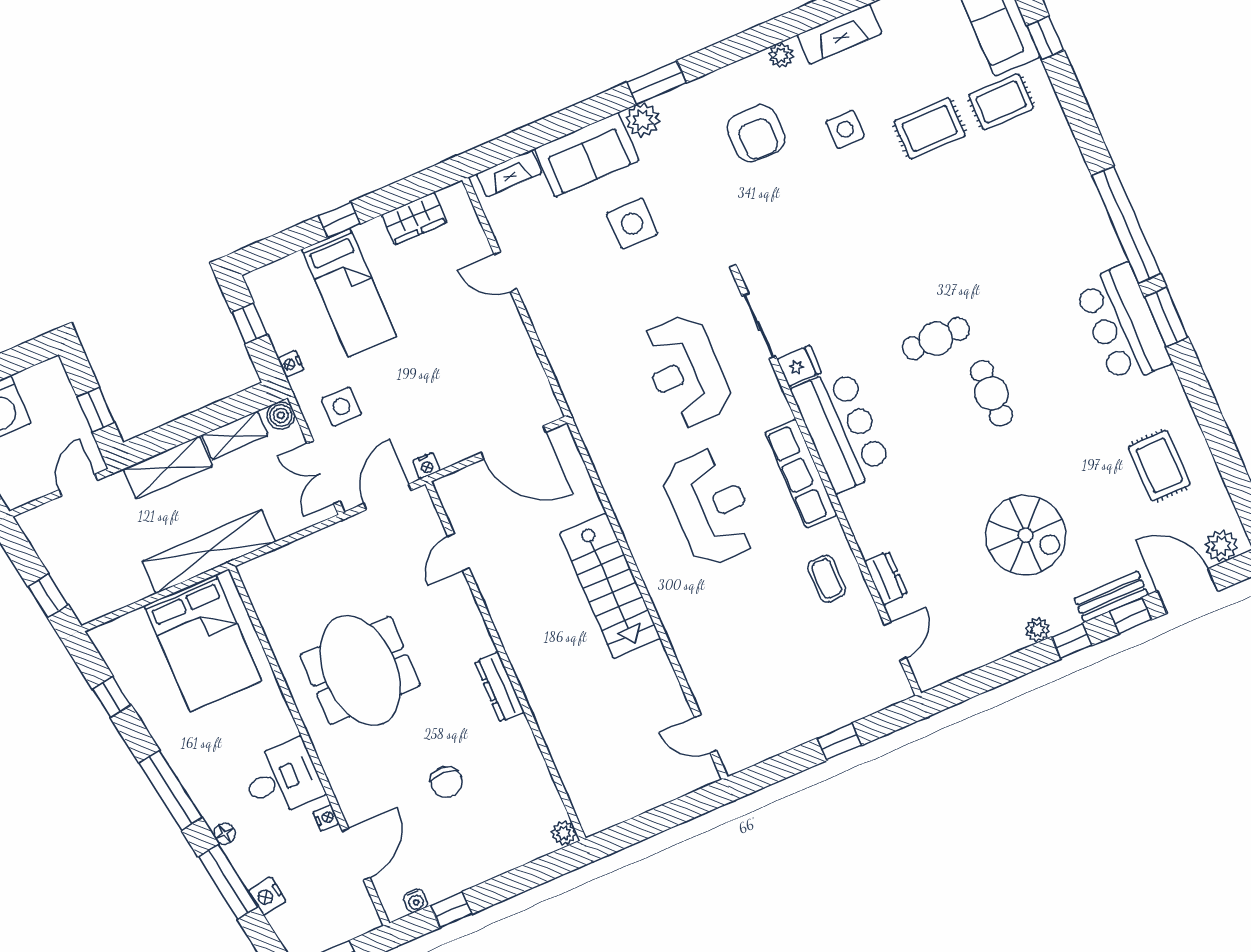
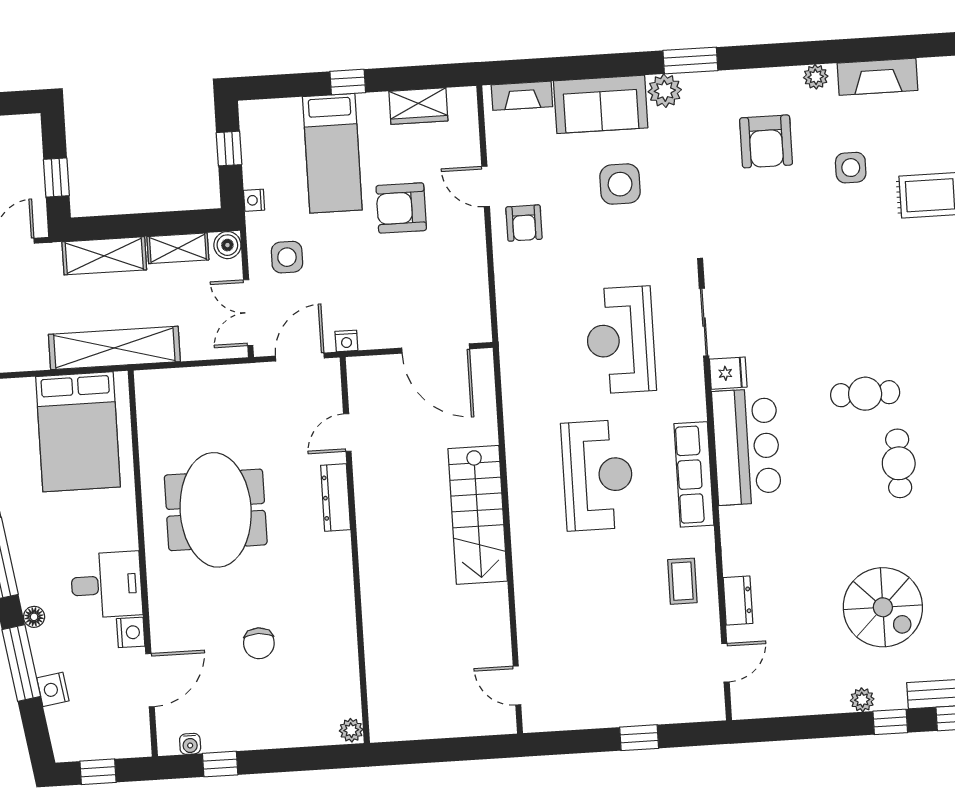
armchair: (554, 293) -> (524, 223), added
armchair: (433, 321) -> (401, 208), added
dresser: (499, 687) -> (336, 498), moved
nightstand: (326, 818) -> (131, 632), width x1.39, depth x1.35

